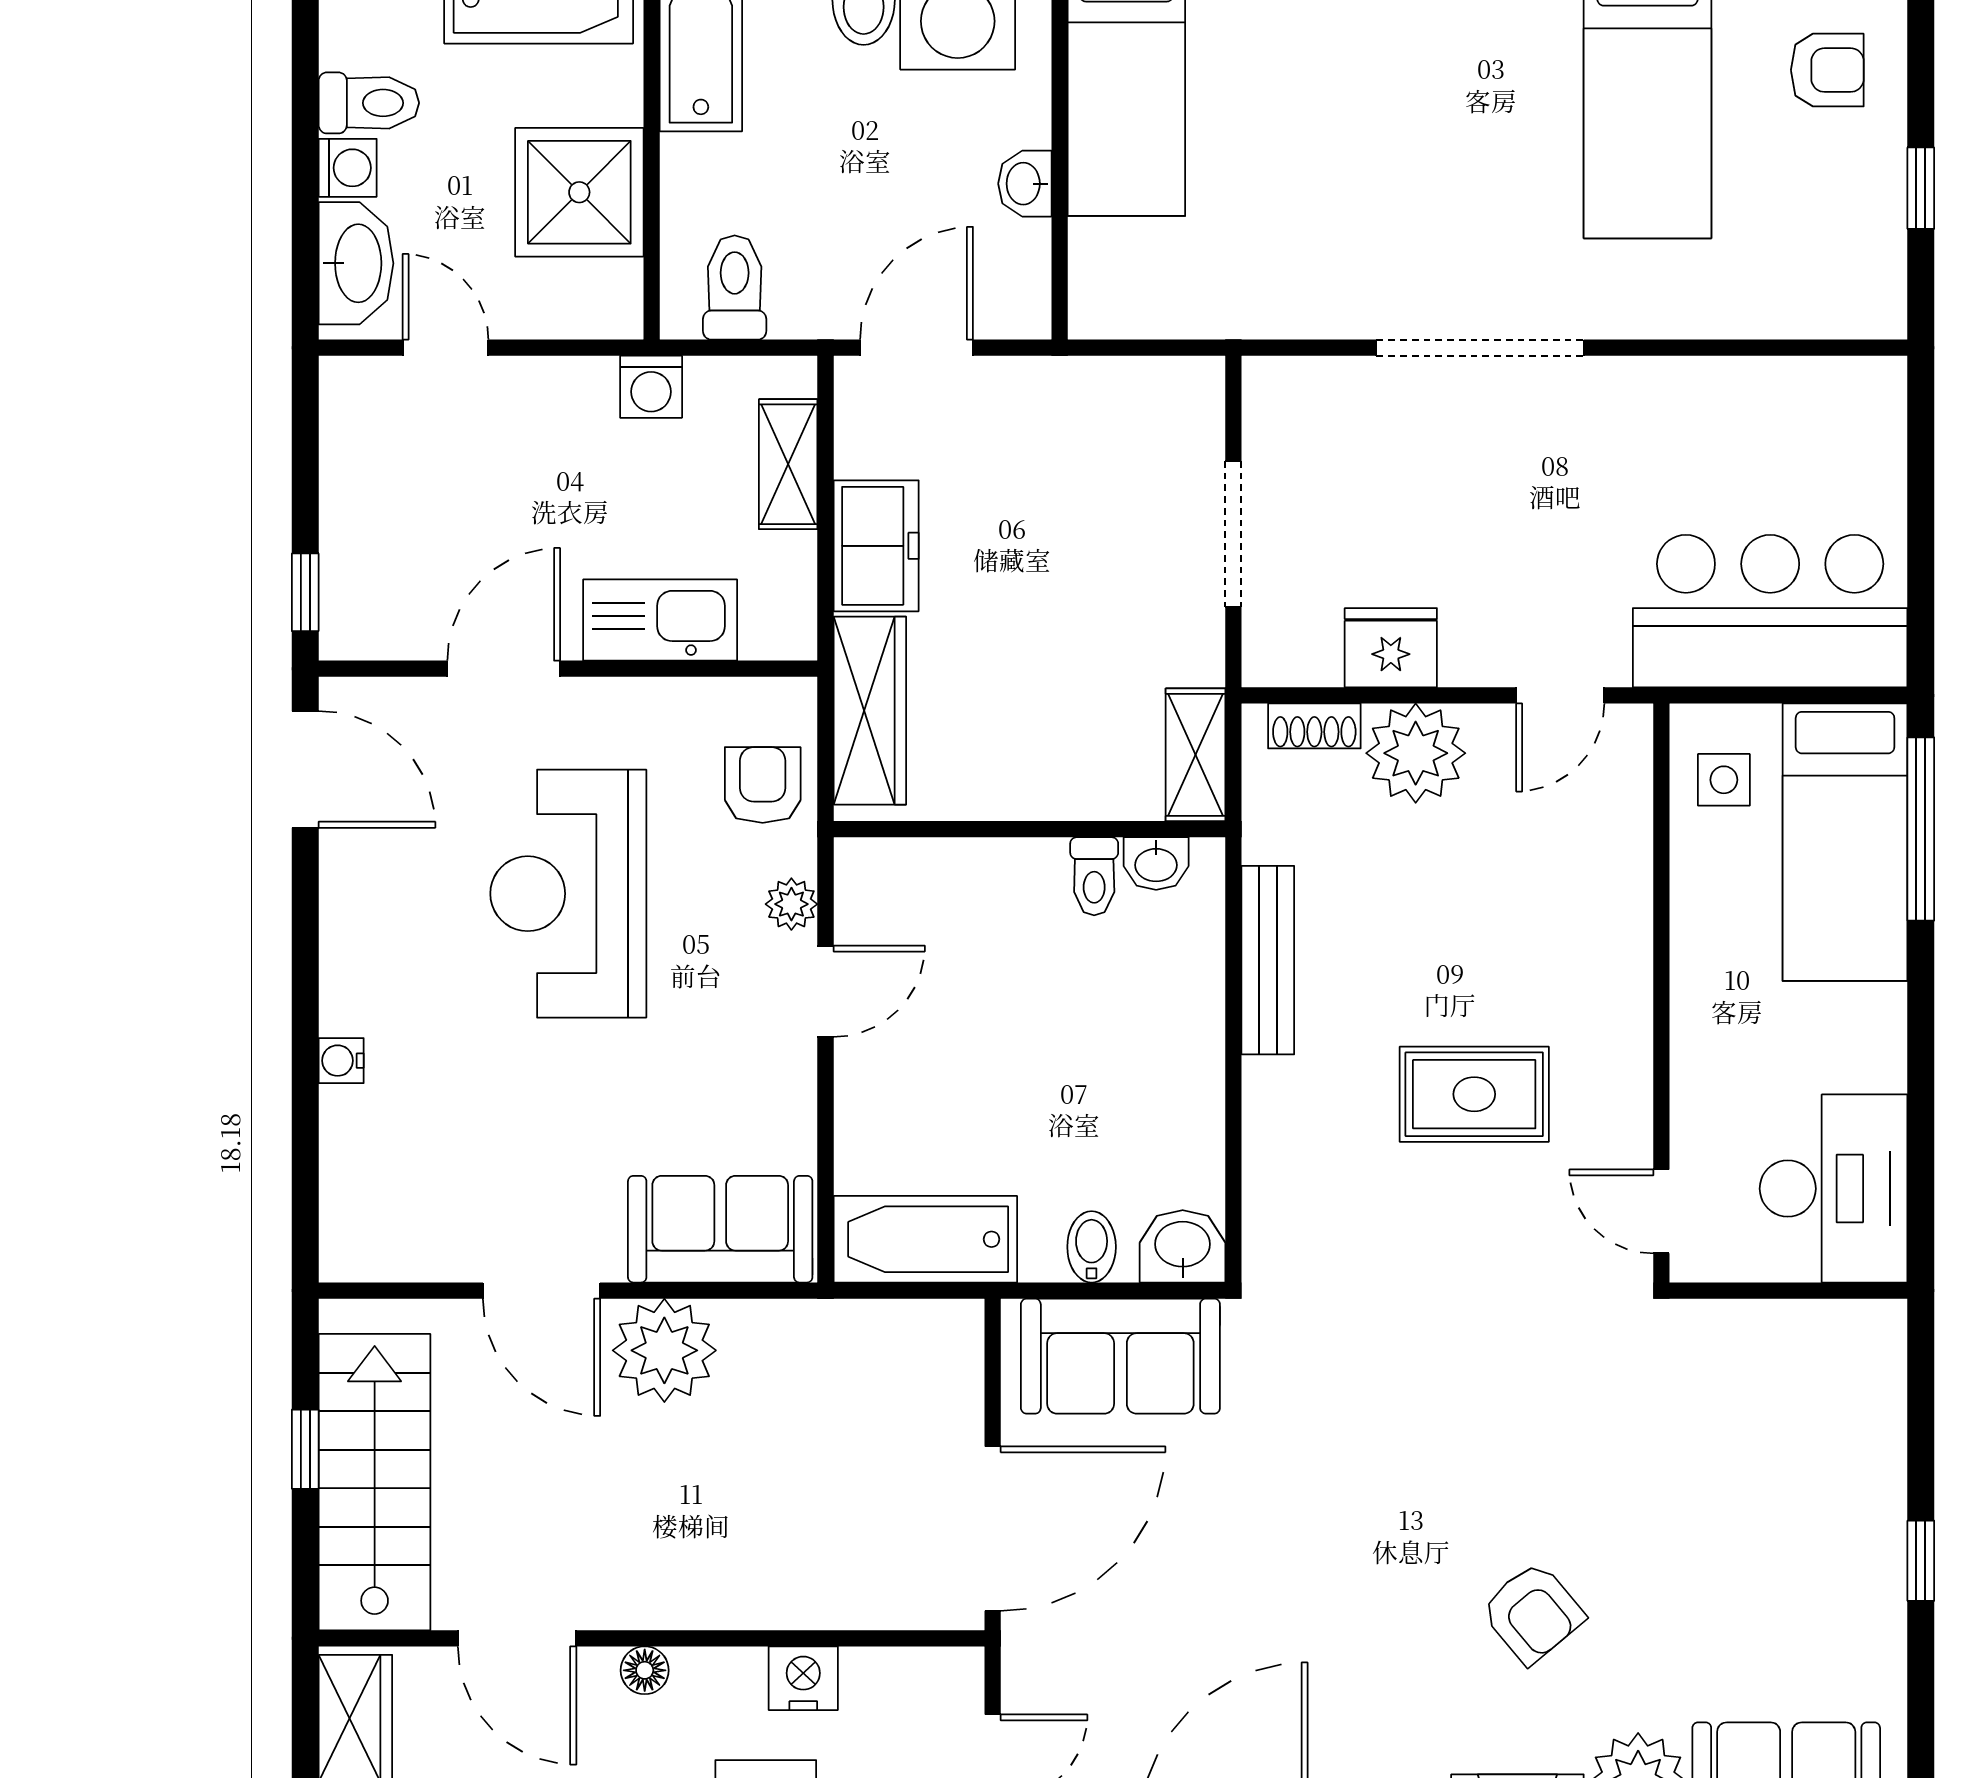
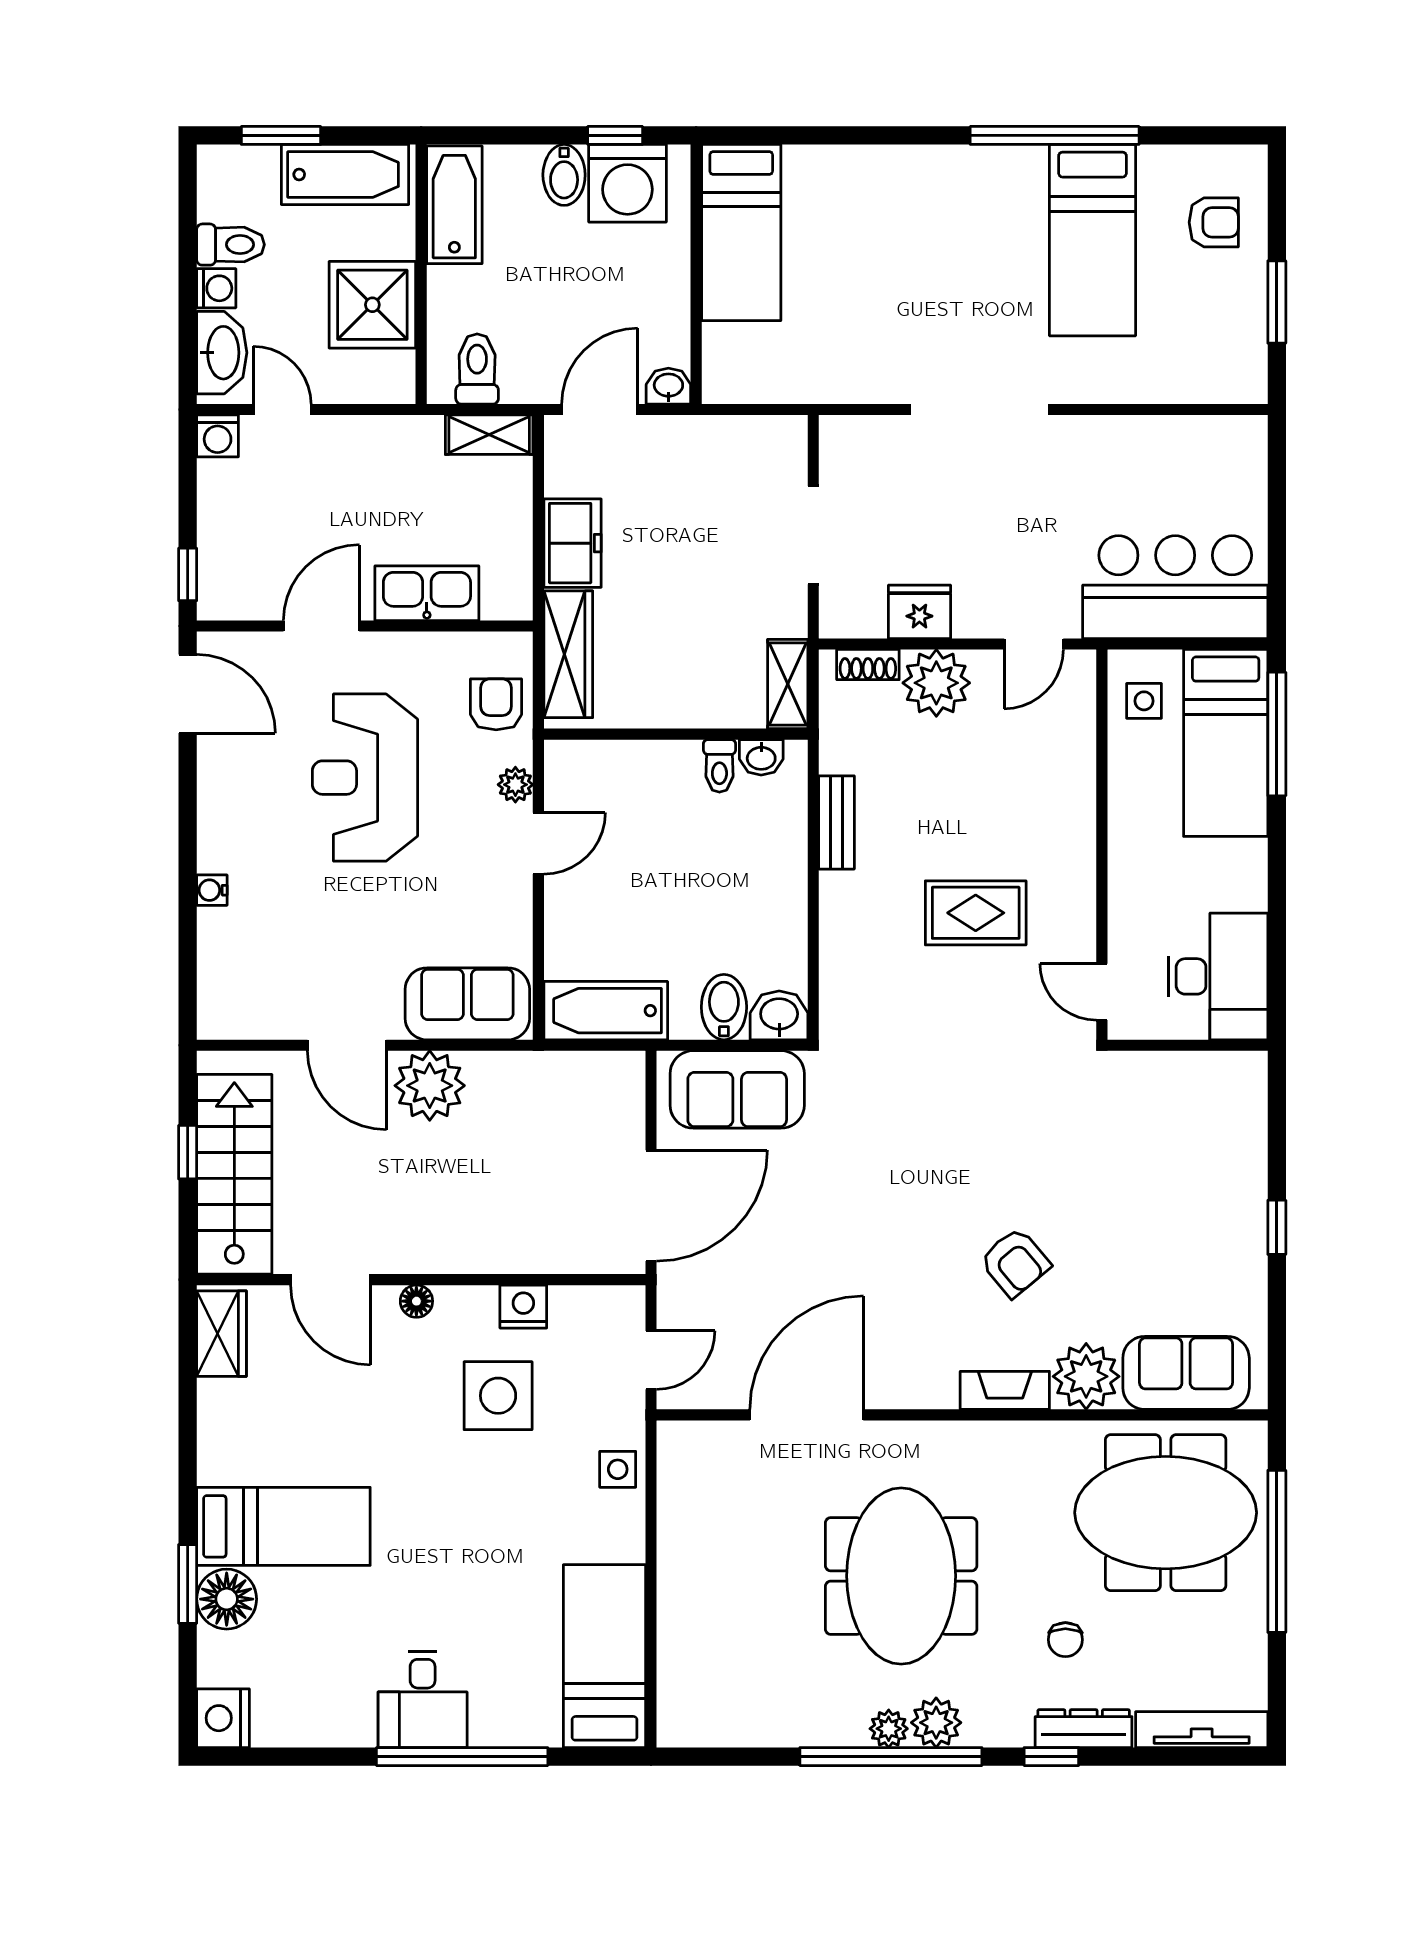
washbasin: (1025, 184) -> (668, 386), moved, turned 90
window: (1921, 188) -> (1277, 302), width x1.50
washing machine: (651, 387) -> (218, 436), moved
shelving: (788, 464) -> (489, 435), moved, turned 90
bench: (1268, 960) -> (837, 822), width x0.73
bidet: (1092, 1247) -> (724, 1007), width x1.38, depth x1.36

